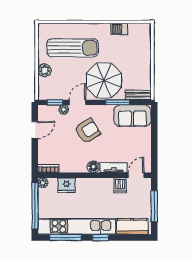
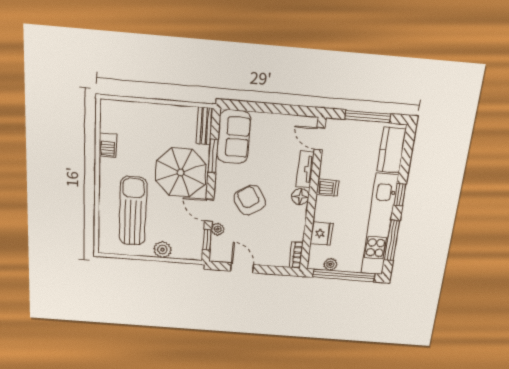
plant: (43, 183) -> (330, 264), moved
dishwasher: (120, 185) -> (328, 188), moved

